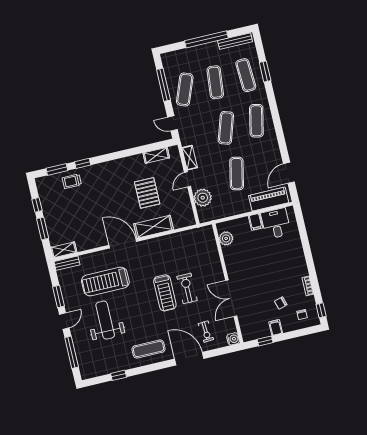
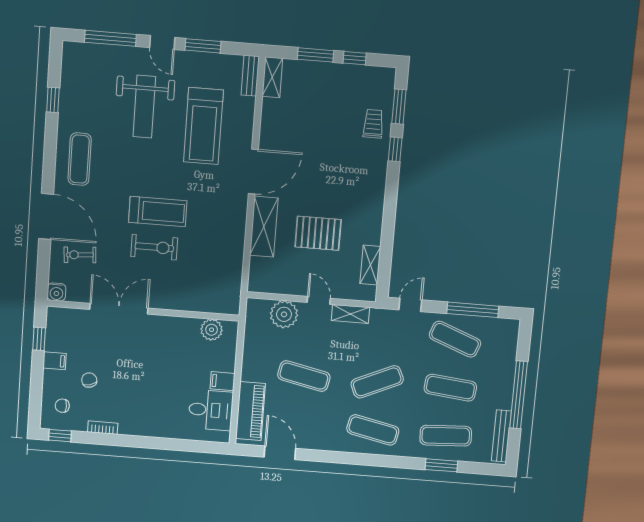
exercise mat: (226, 128) -> (377, 382), turned -42
treadmill: (105, 282) -> (203, 126), turned 180
treadmill: (165, 293) -> (158, 212), turned 180
weight bench: (105, 320) -> (144, 107), turned 90
door: (189, 359) -> (46, 216), hinge flipped

